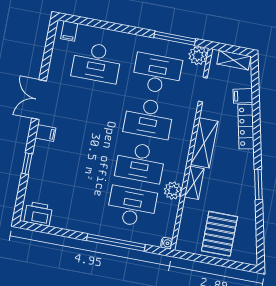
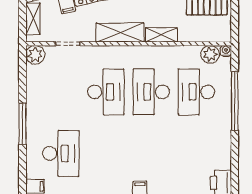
window: (175, 38) -> (22, 124), moved
desk: (157, 74) -> (61, 92), removed
desk: (140, 162) -> (151, 92), turned 180
plant: (173, 191) -> (210, 54), moved

